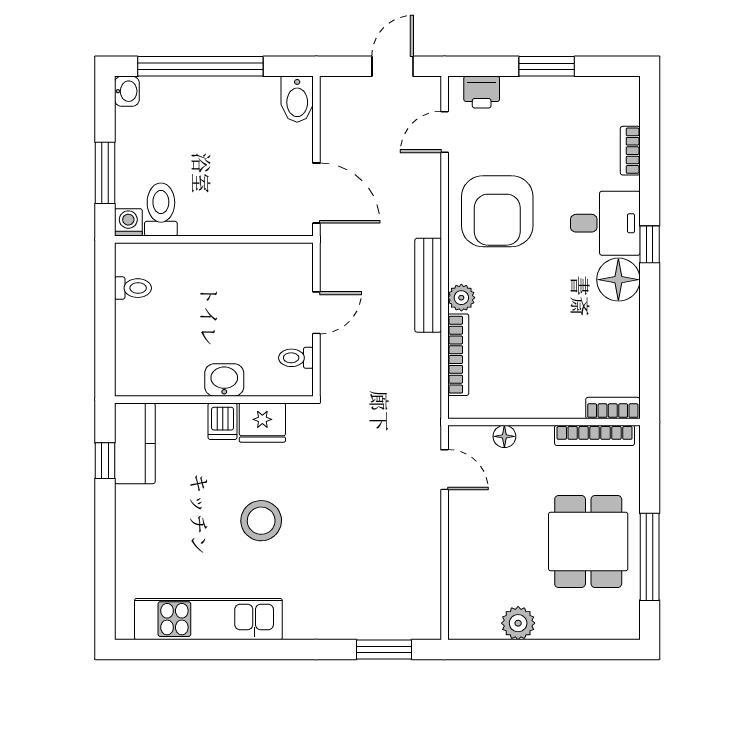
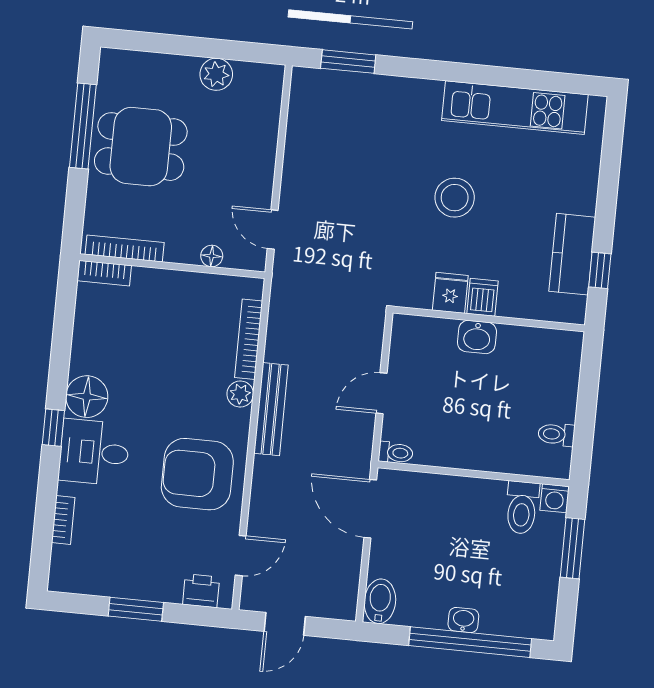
washbasin: (127, 91) -> (463, 620), moved, turned 90
armchair: (497, 211) -> (197, 474), turned -90
toilet: (296, 358) -> (396, 453), moved
fridge: (262, 423) -> (450, 293), width x0.72
kitchen counter: (135, 443) -> (572, 254), moved
dining table: (588, 542) -> (141, 147), turned 90

